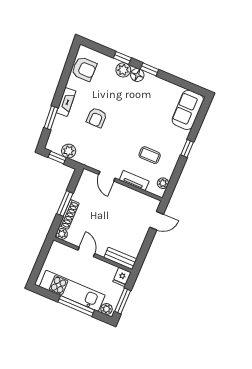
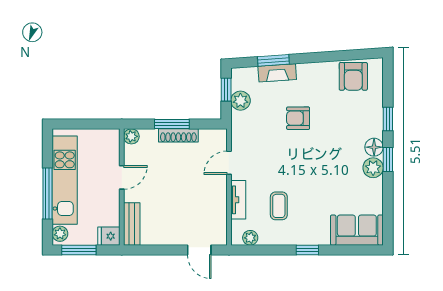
plant: (123, 70) -> (373, 168), moved
fireplace: (66, 102) -> (277, 73), moved
shoe rack: (69, 214) -> (178, 135), moved

